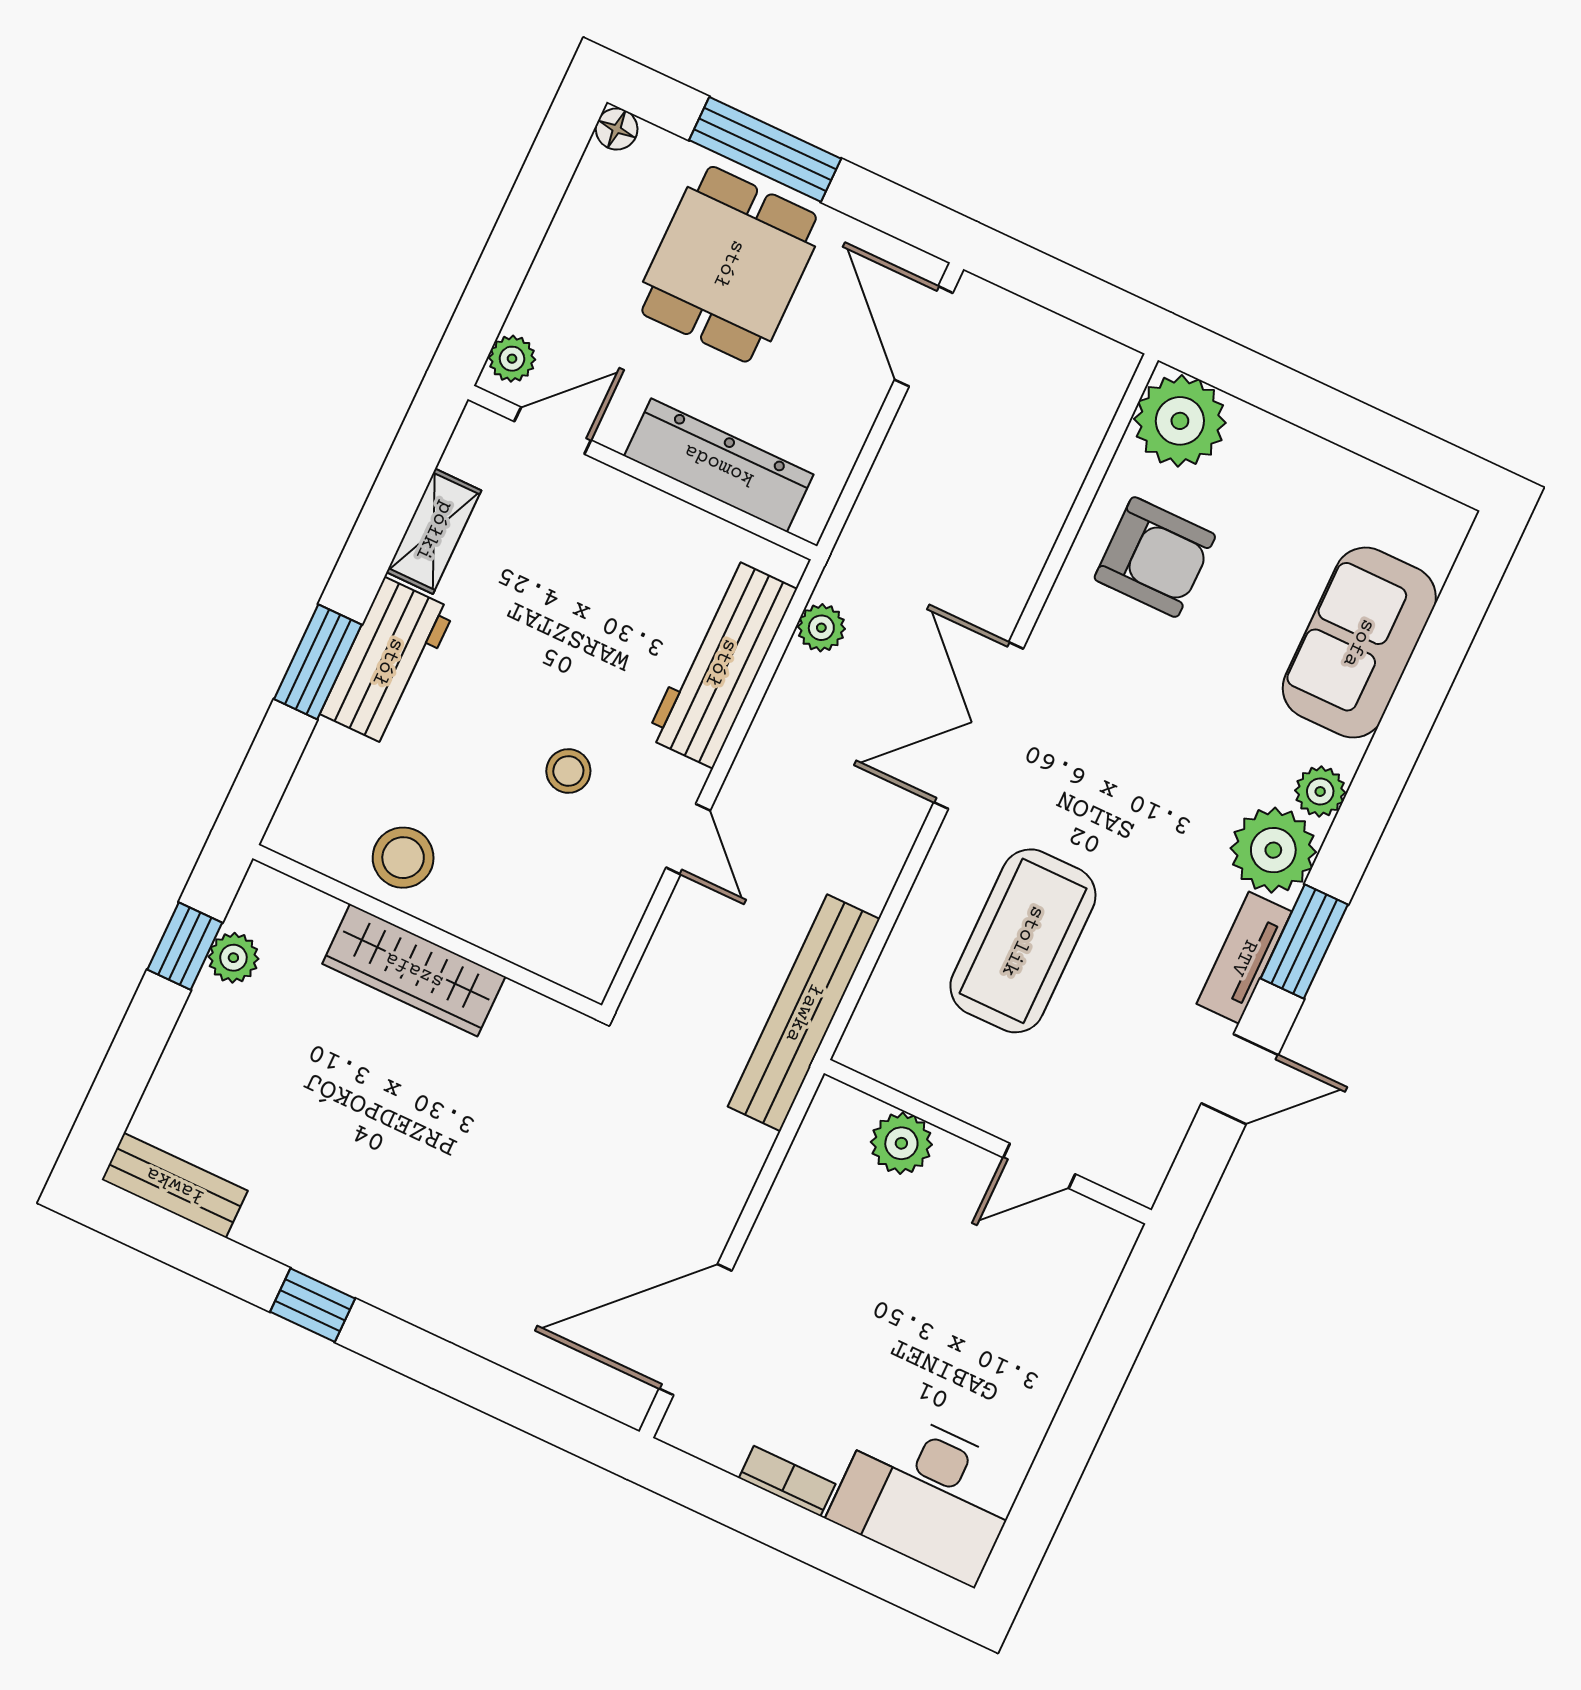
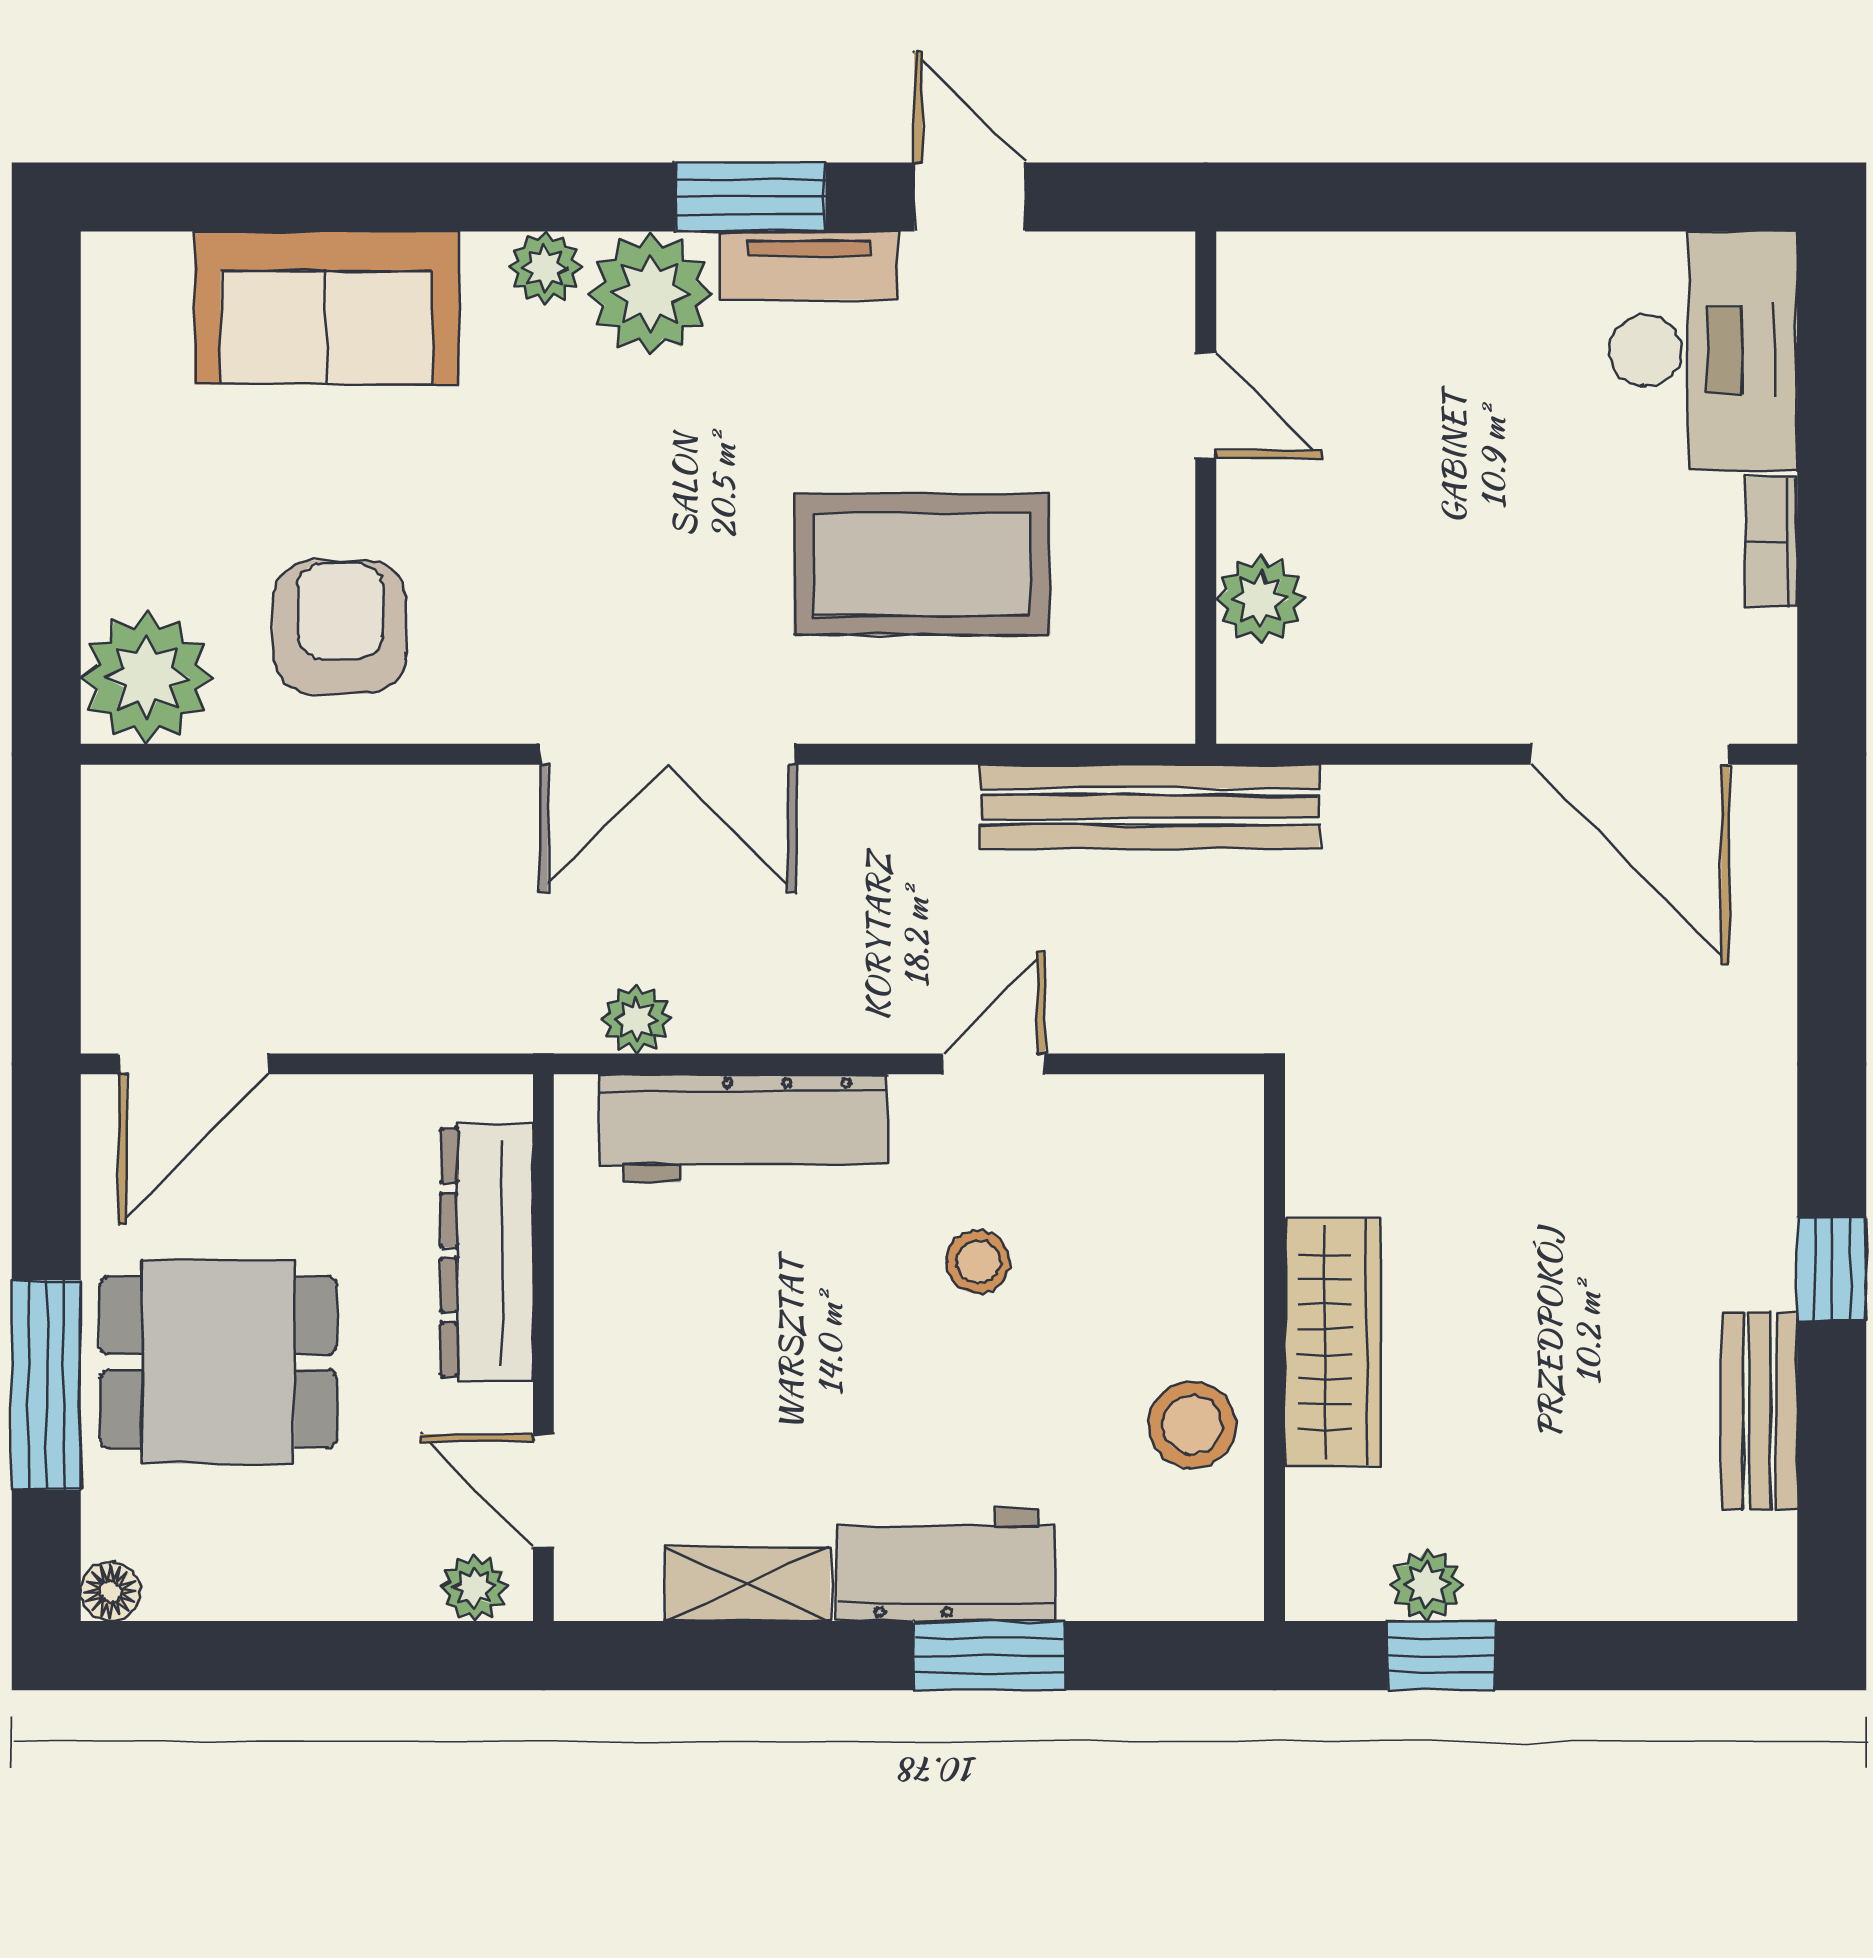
bench: (175, 1185) -> (1760, 1410), moved

